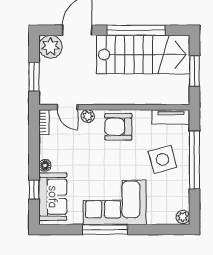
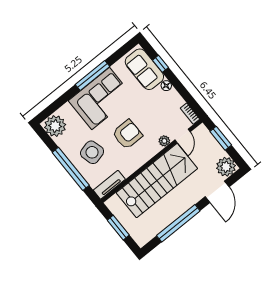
stairs: (143, 54) -> (157, 181), moved, turned 180
door: (67, 107) -> (183, 136), swing flipped
armchair: (118, 127) -> (127, 134), moved
plant: (183, 217) -> (55, 126), width x1.87, depth x1.87

